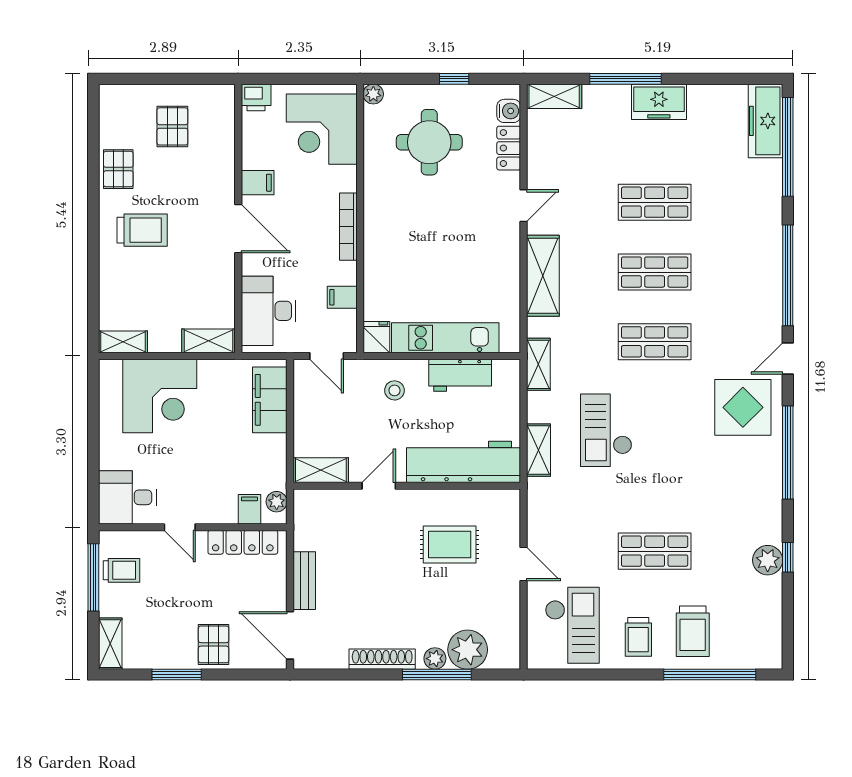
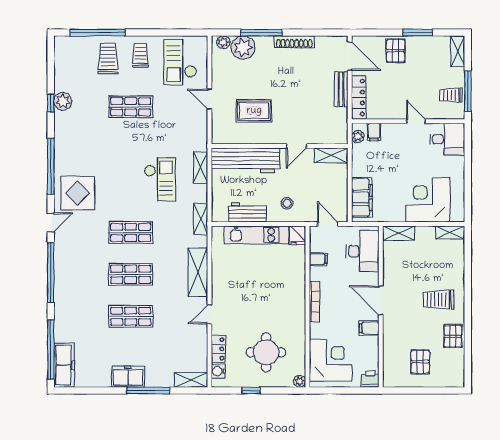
locker: (243, 542) -> (359, 98), moved, turned 90
plant: (435, 659) -> (223, 42), moved

